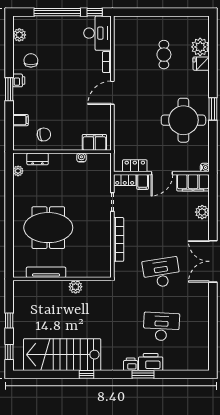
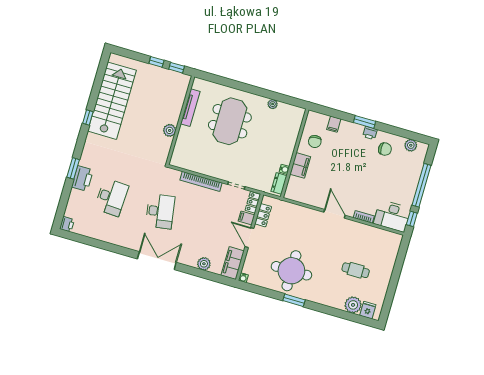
fridge: (201, 64) -> (368, 310), moved
filing cabinet: (94, 142) -> (300, 165), moved
dresser: (38, 159) -> (279, 183), moved
plant: (18, 171) -> (273, 104), moved
window: (9, 352) -> (177, 68), moved
printer: (131, 364) -> (67, 224), moved

